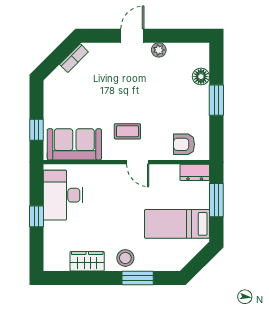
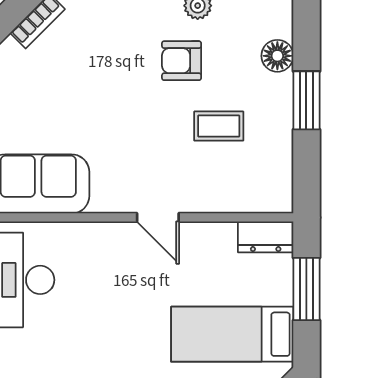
coffee table: (127, 131) -> (219, 126), moved
armchair: (184, 144) -> (182, 61), moved

